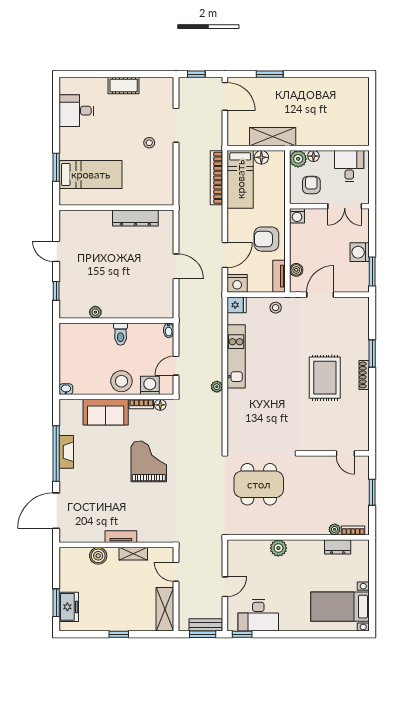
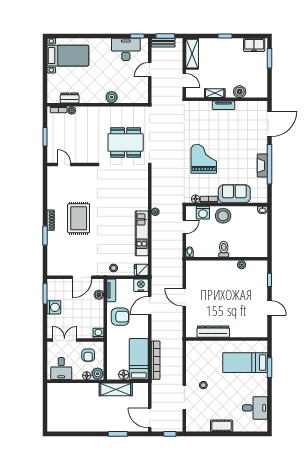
grand piano: (149, 461) -> (204, 159), turned 180
freezer: (69, 607) -> (254, 45), moved, turned -90

